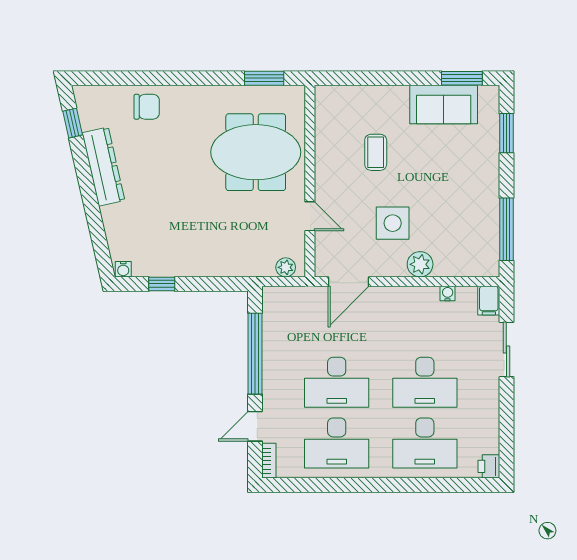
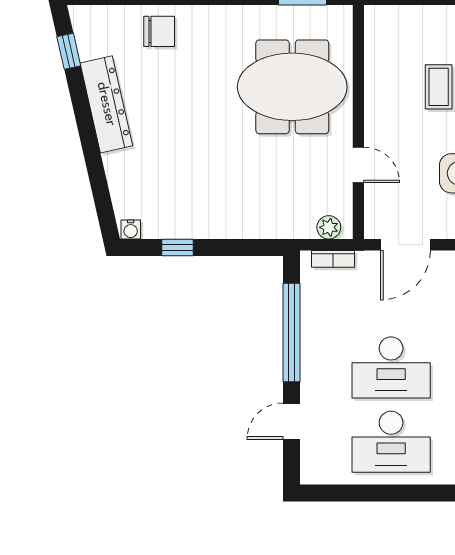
bookcase: (269, 461) -> (333, 259), moved, turned 90

